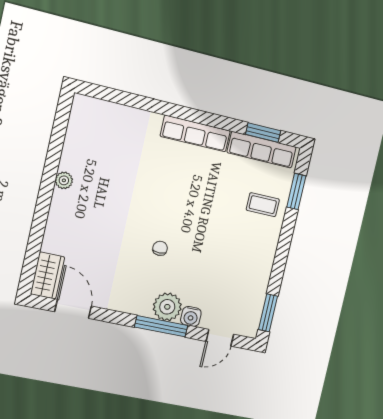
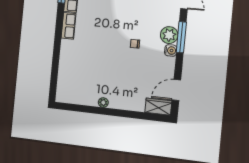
row of seats: (195, 134) -> (68, 26), width x0.68
water cooler: (191, 316) -> (171, 50), moved

